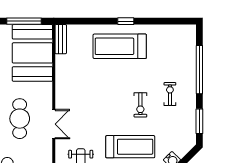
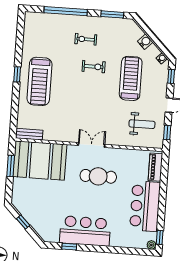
window: (24, 21) -> (11, 166), width x0.69
double door: (54, 124) -> (91, 145), moved

